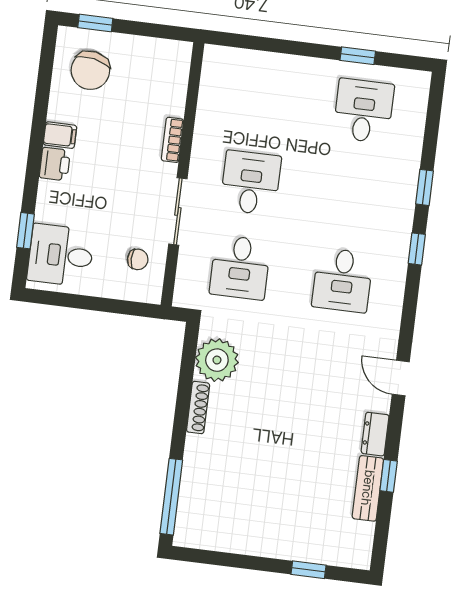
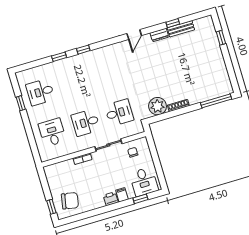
filing cabinet: (60, 135) -> (122, 195), moved
desk: (342, 280) -> (52, 132), moved, turned -90

